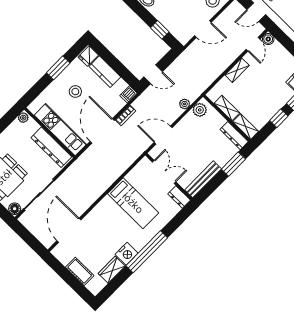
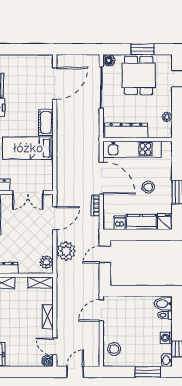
door: (203, 29) -> (101, 310), moved
window: (160, 30) -> (131, 291), removed
dishwasher: (128, 94) -> (120, 223), moved
plant: (185, 104) -> (66, 251), width x1.88, depth x1.88
shelving: (227, 108) -> (41, 282), moved
plant: (23, 118) -> (167, 117), moved
door: (69, 230) -> (55, 83), hinge flipped
cot: (80, 271) -> (46, 123), moved, turned 90

